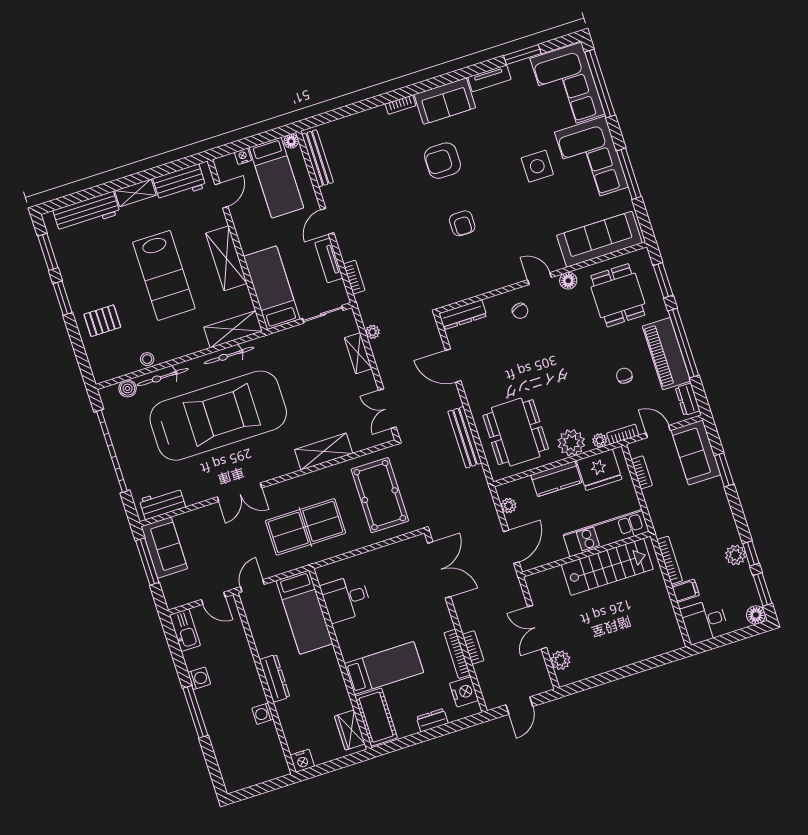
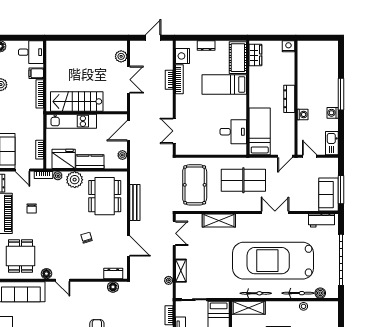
floor lamp: (457, 293) -> (113, 287), added
chair: (520, 311) -> (86, 238), moved
dresser: (463, 315) -> (113, 273), width x0.70
double door: (439, 570) -> (174, 131), width x0.73
washing machine: (263, 714) -> (303, 114), moved

